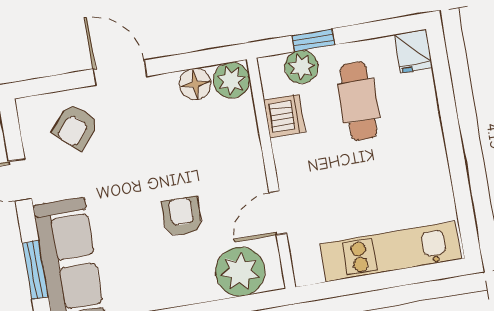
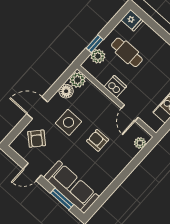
dishwasher: (284, 116) -> (115, 87), moved
side table: (155, 143) -> (69, 122), added
plant: (240, 272) -> (140, 143), width x0.53, depth x0.53

